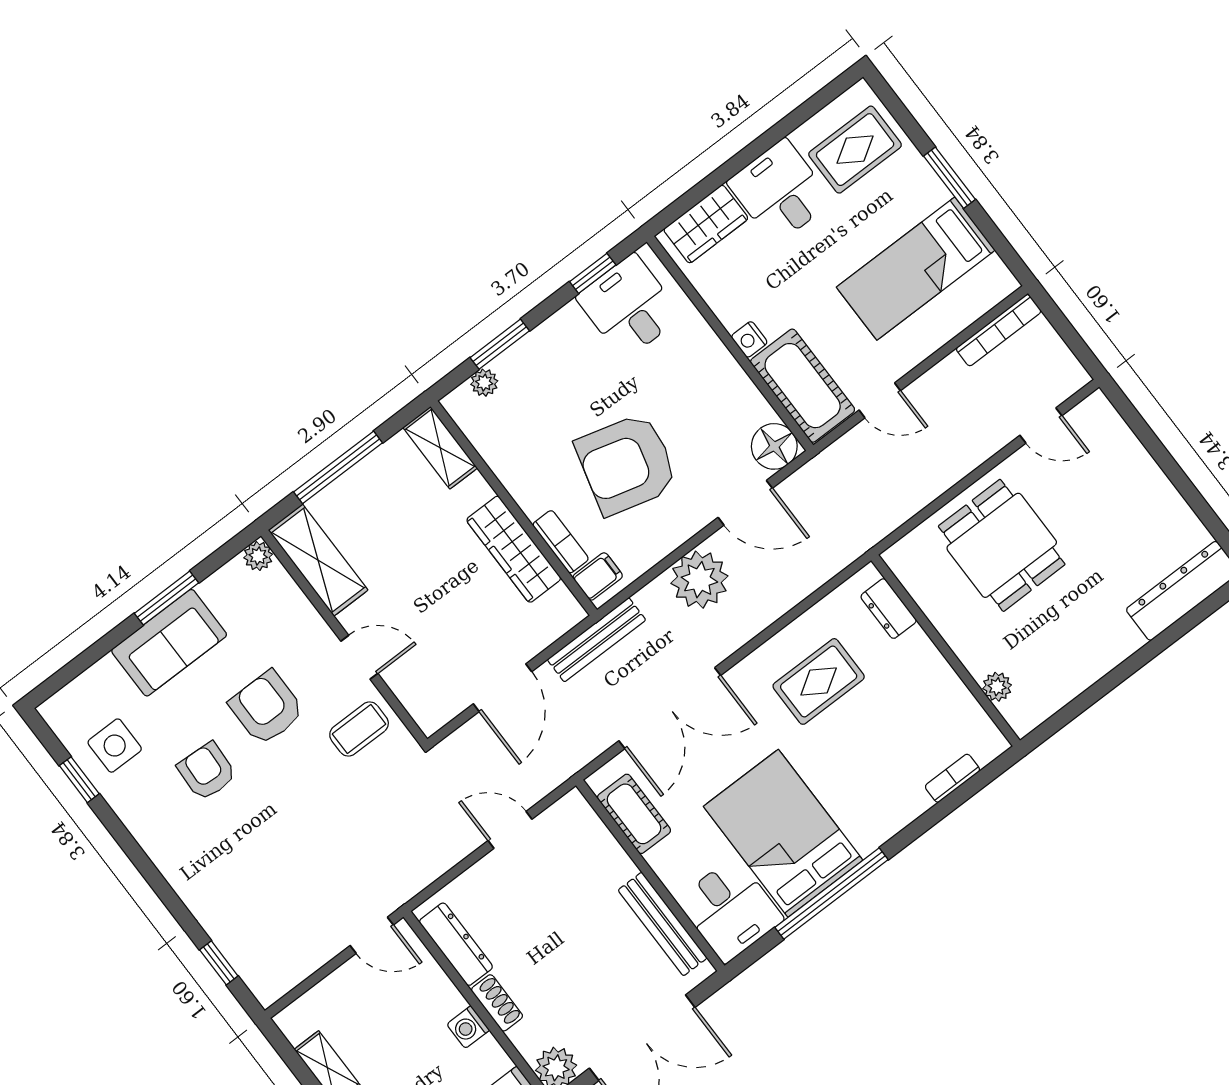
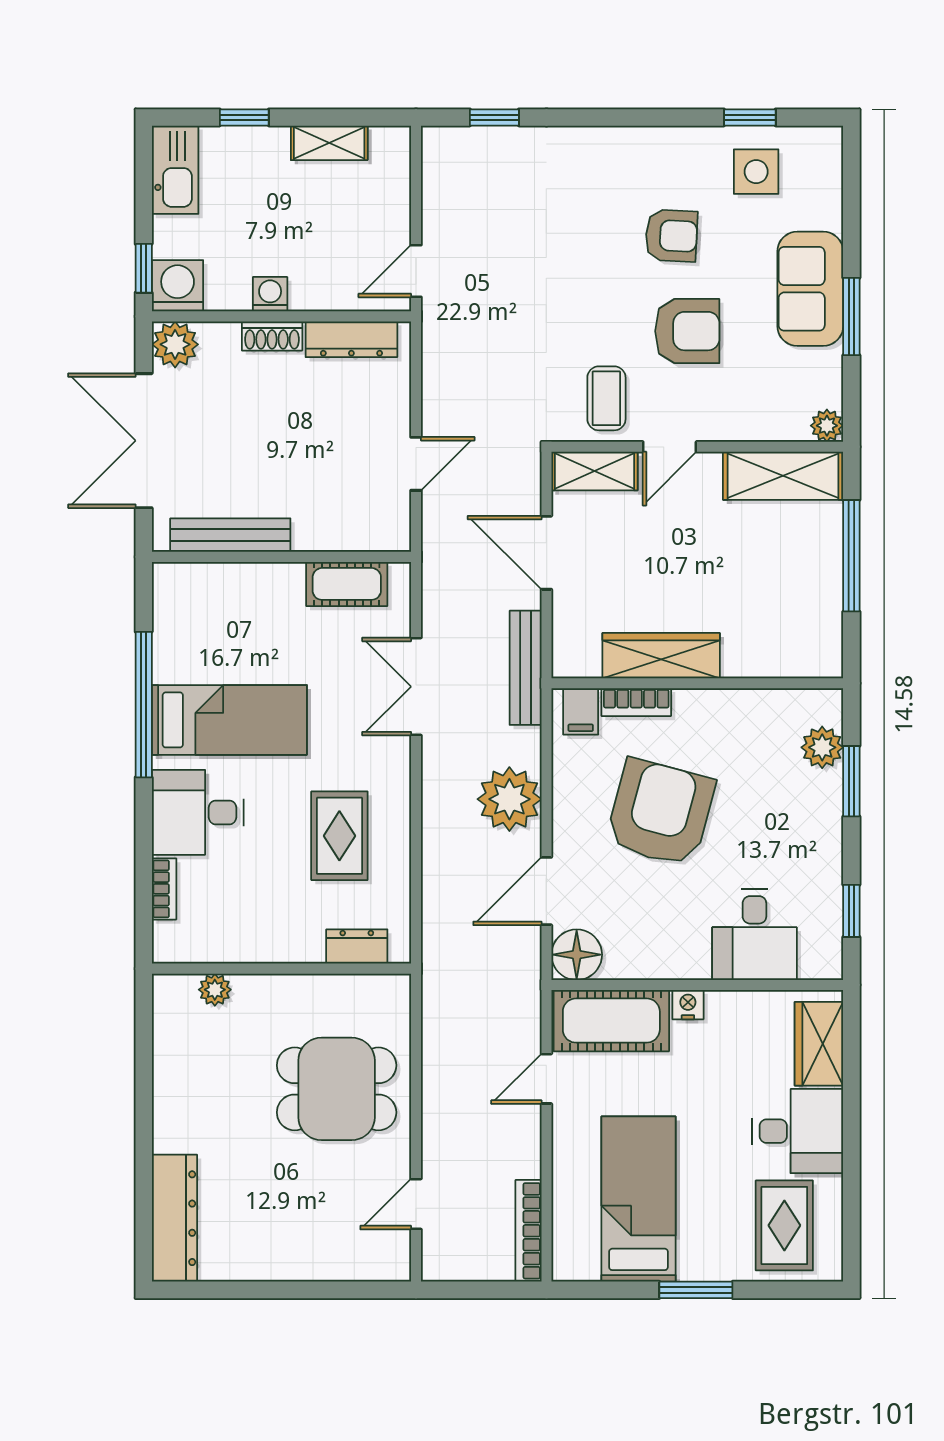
desk: (629, 307) -> (754, 934), moved, turned 90
plant: (484, 383) -> (822, 747), width x1.38, depth x1.38
shelving: (440, 448) -> (594, 471), moved
double door: (670, 708) -> (416, 687), width x0.73
bed: (783, 833) -> (229, 720), width x0.67
desk: (730, 910) -> (198, 812), moved

